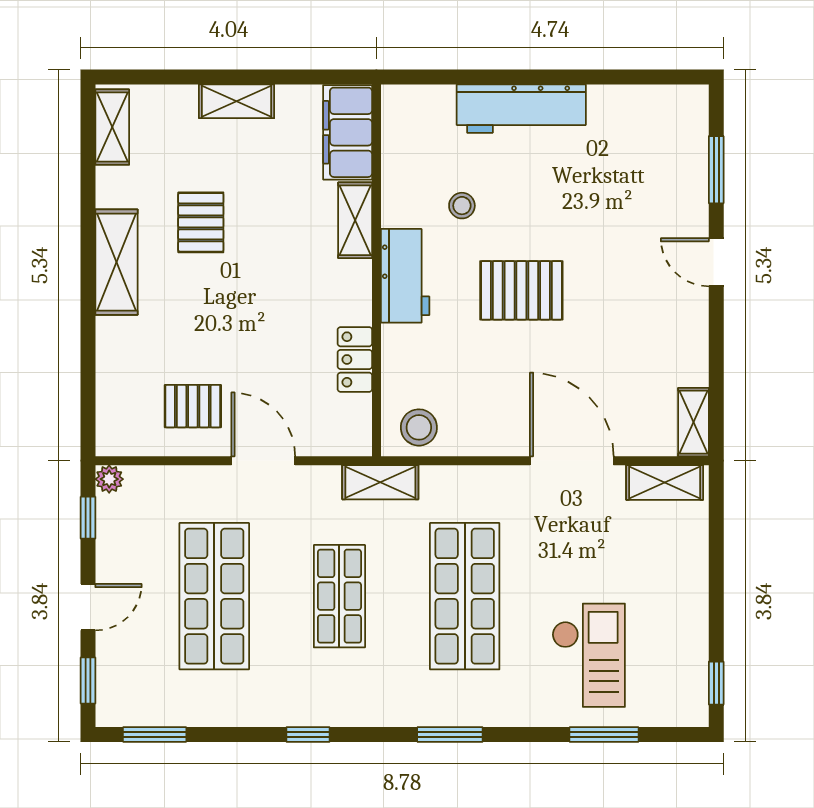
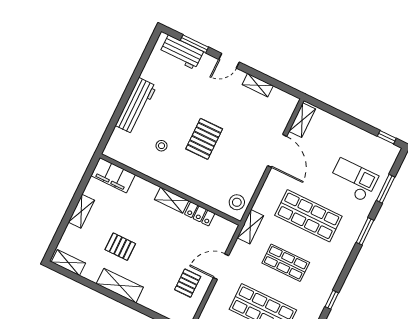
shelving: (355, 220) -> (172, 200), moved
workbench: (405, 276) -> (182, 52), moved, turned 180
shelving: (693, 422) -> (258, 85), moved
door: (572, 461) -> (277, 151), swing flipped
window: (450, 735) -> (365, 231), moved

